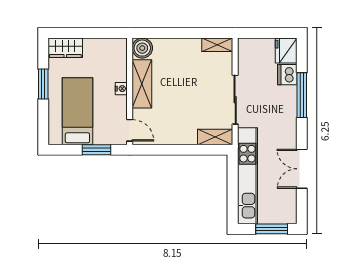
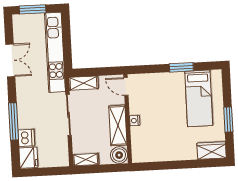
boiler: (142, 48) -> (119, 155), moved
shelving: (142, 84) -> (118, 125), moved
nightstand: (121, 89) -> (135, 121), moved
wall: (130, 91) -> (128, 119), moved
door: (130, 130) -> (126, 86), moved

